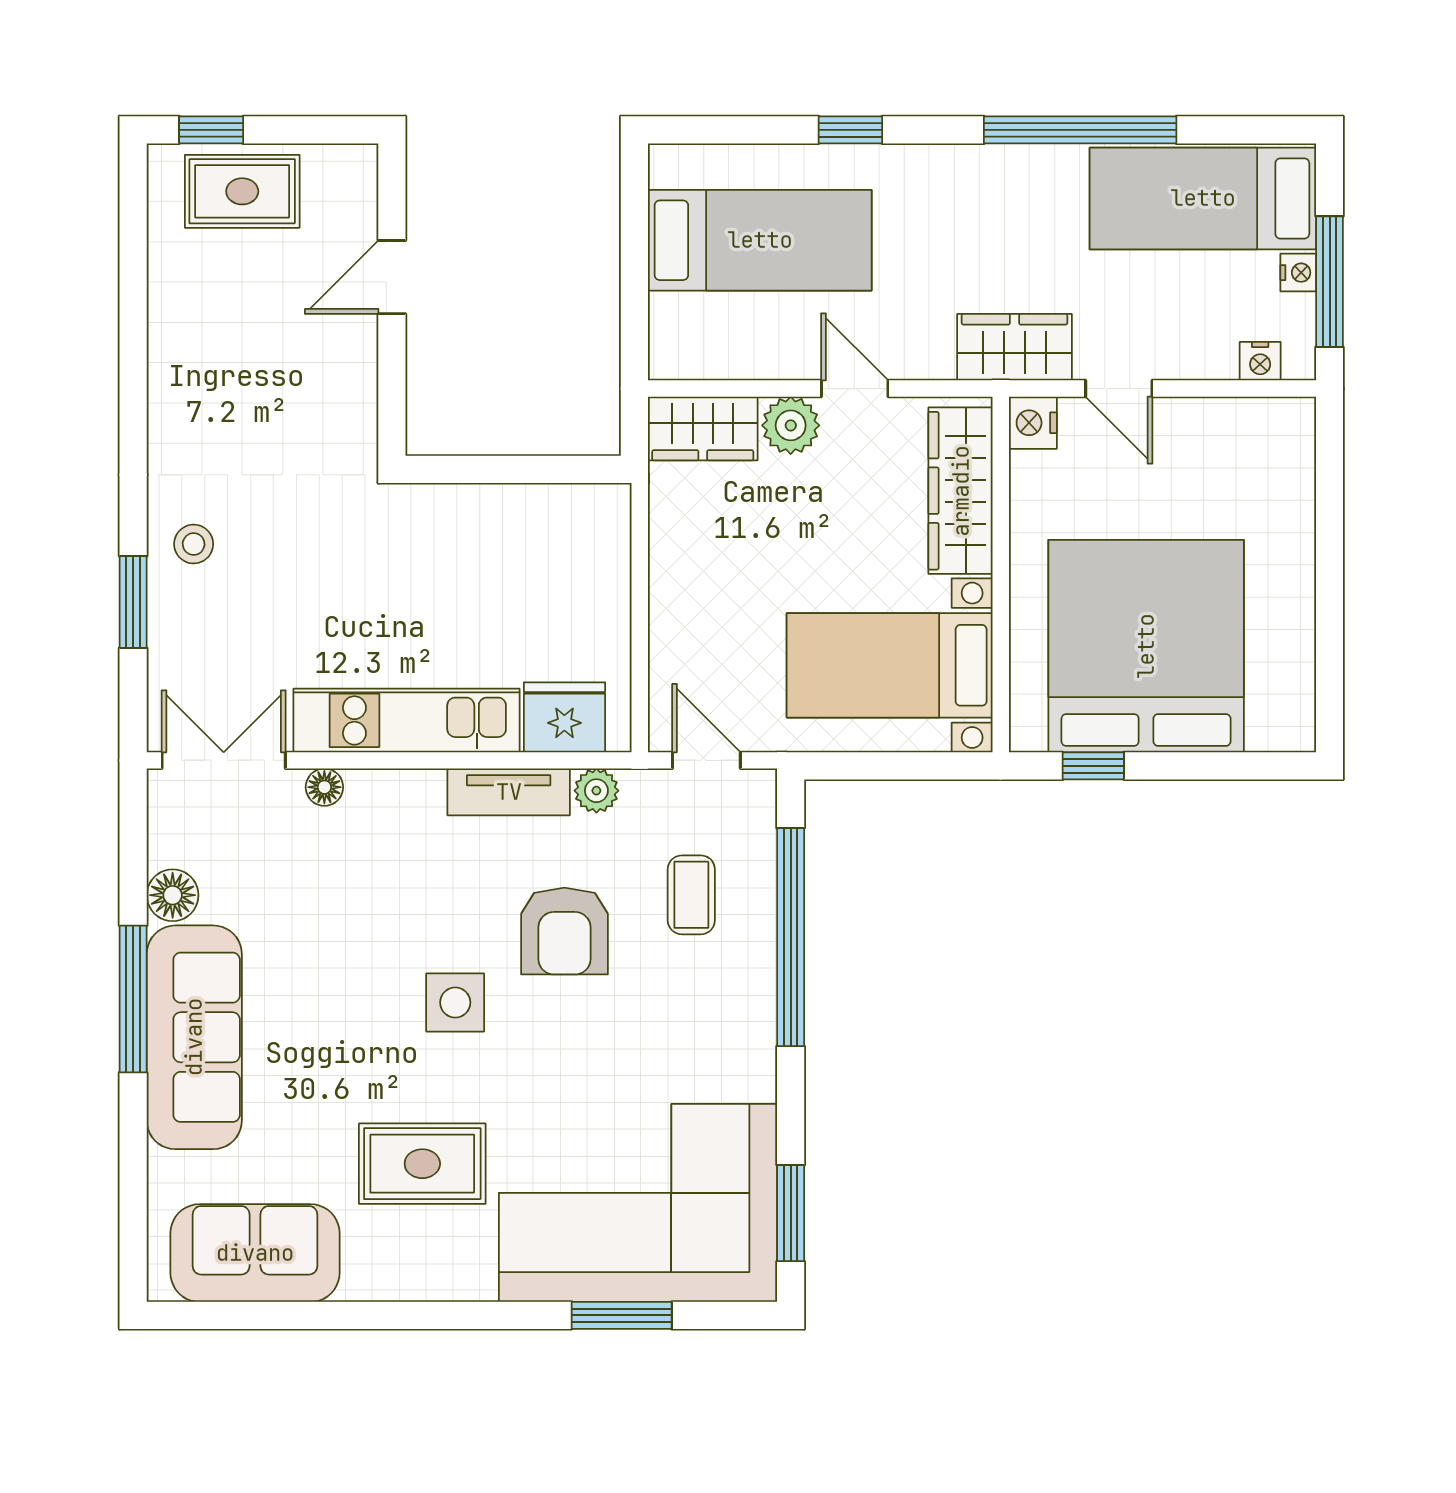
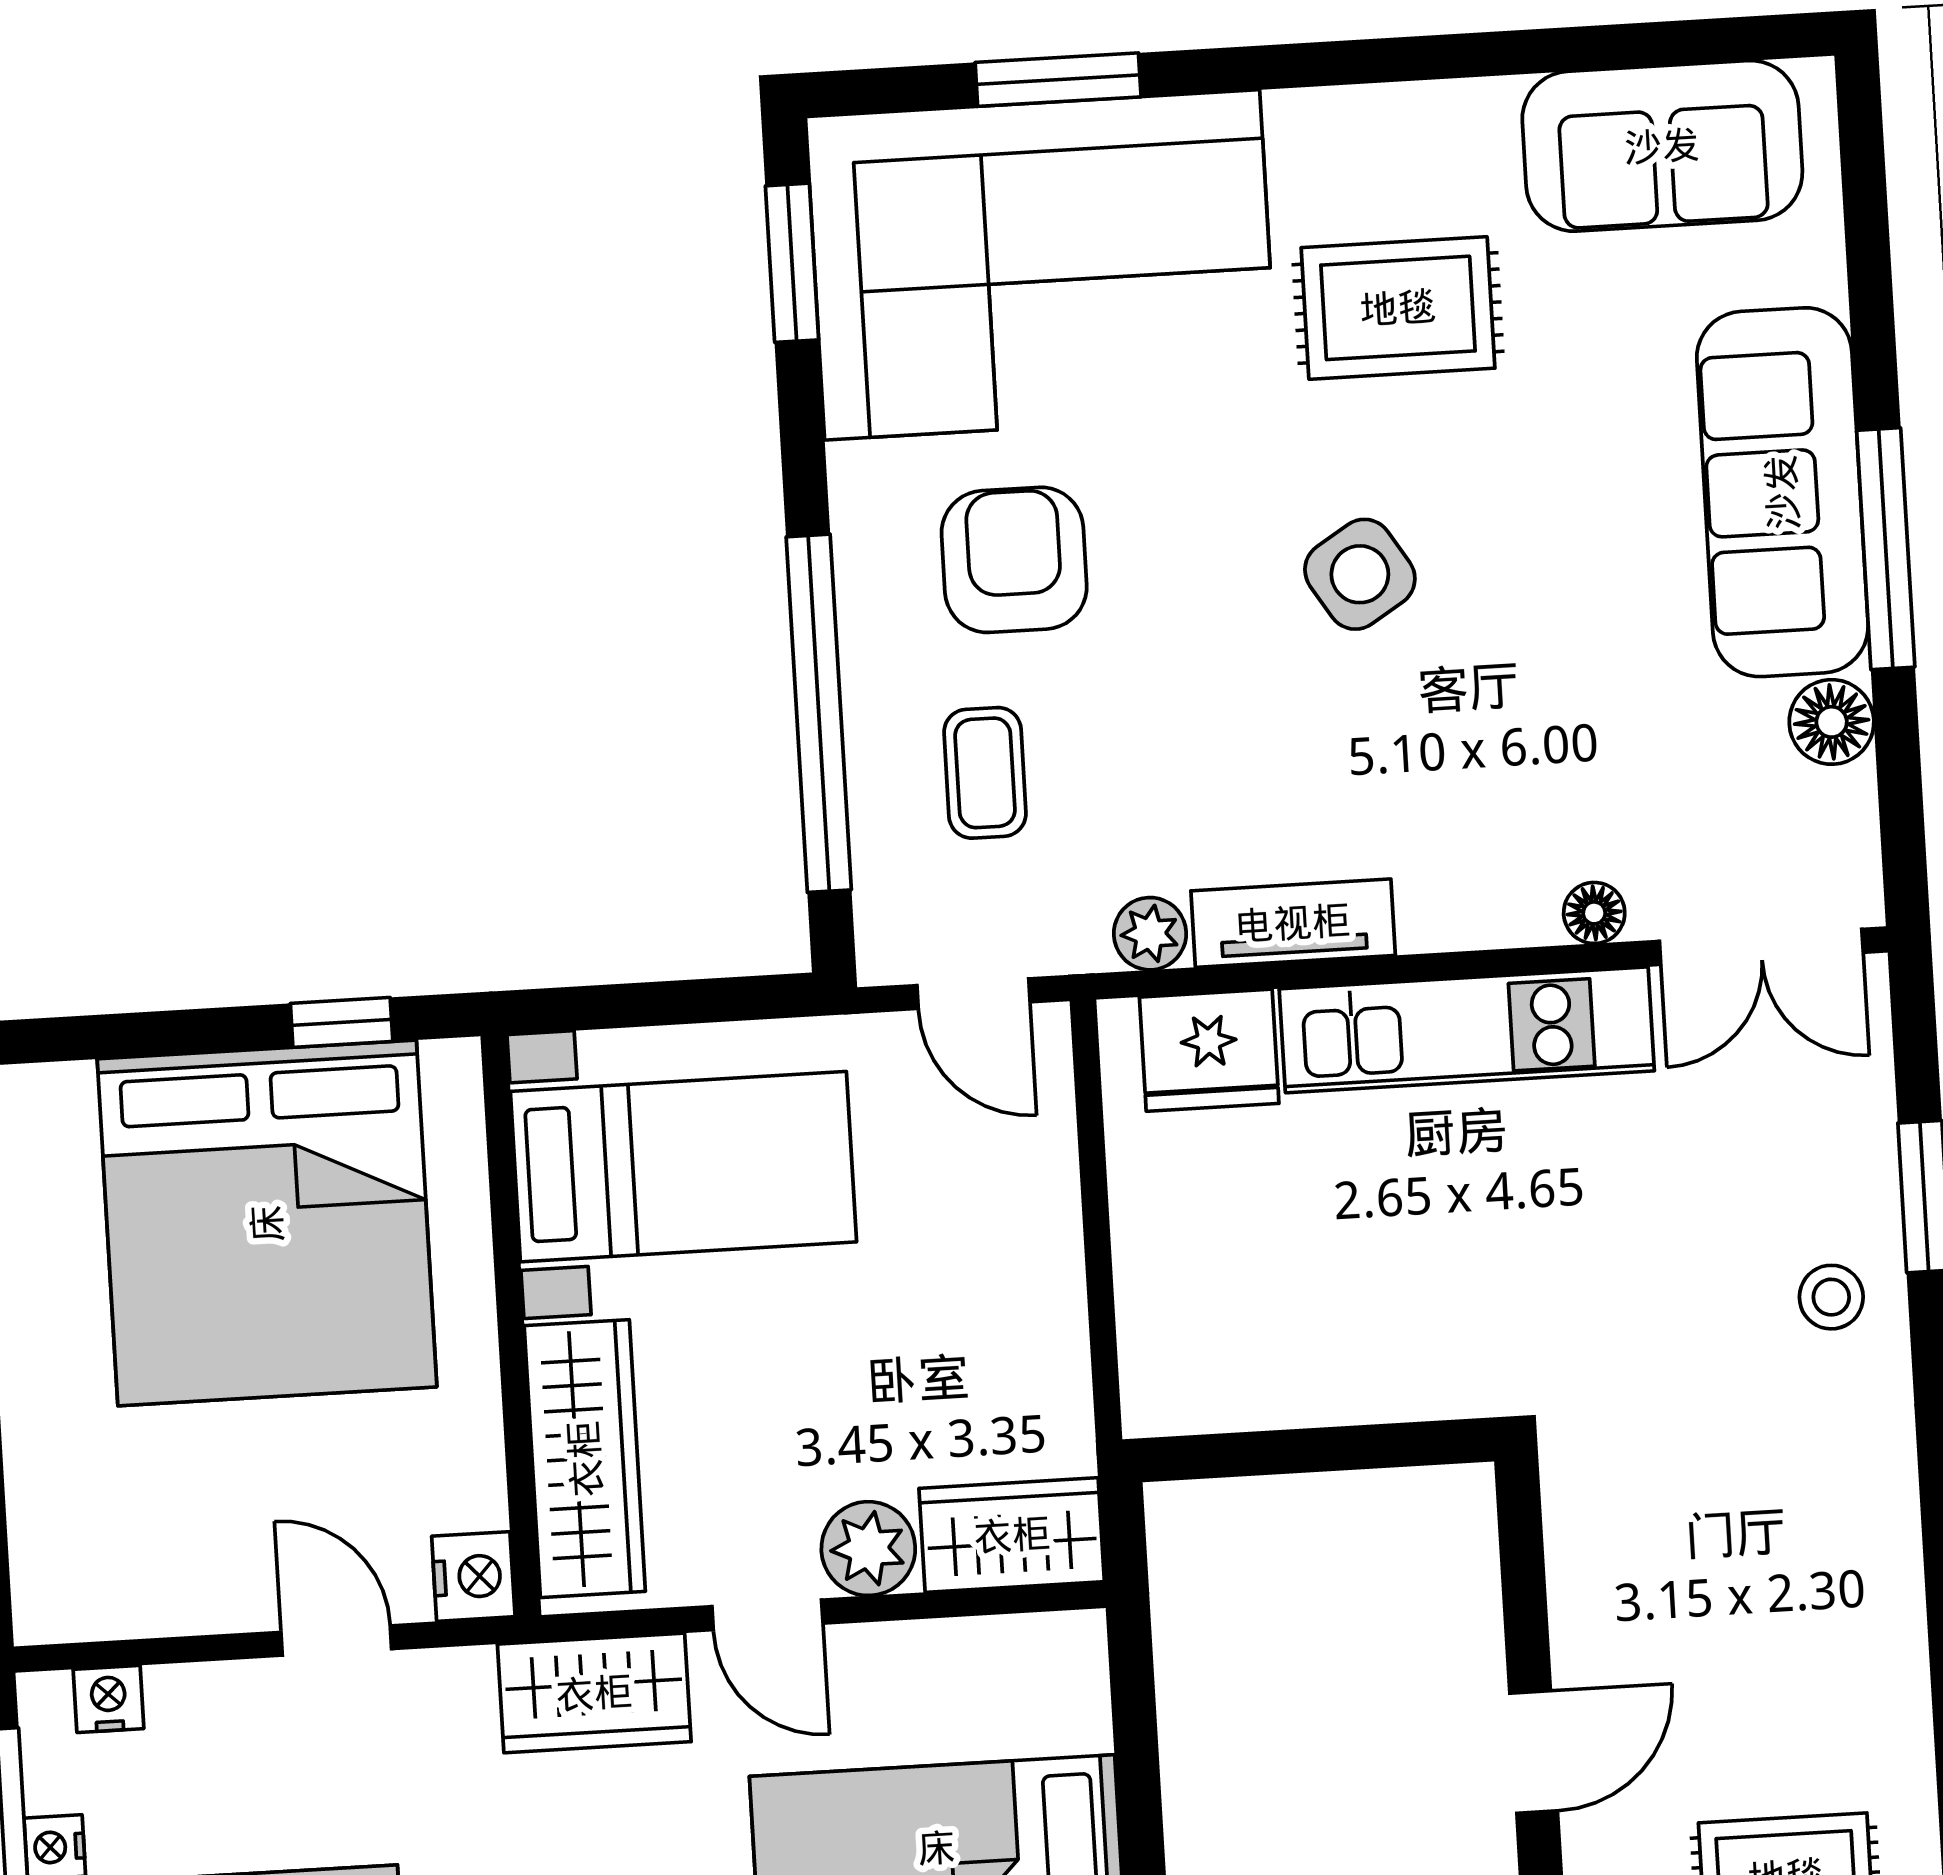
wardrobe: (1014, 347) -> (594, 1693), moved
armchair: (564, 931) -> (1014, 560), moved
side table: (455, 1002) -> (1360, 574), turned -32

